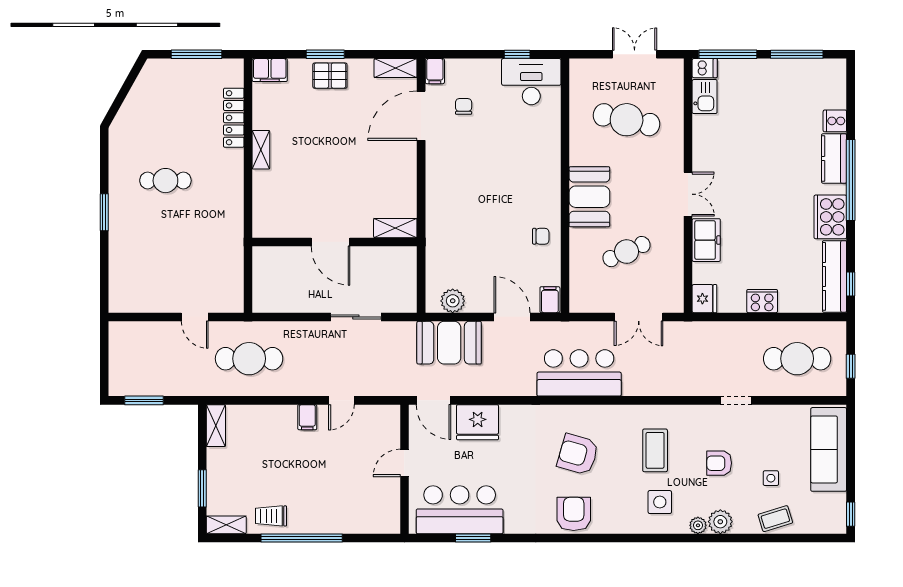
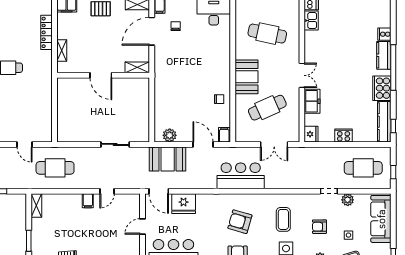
shelving: (395, 228) -> (137, 67), moved
door: (331, 242) -> (101, 75), moved
wall: (335, 242) -> (103, 75), moved
cafe table: (627, 252) -> (267, 108), width x1.37, depth x1.35
plant: (769, 415) -> (348, 200), added

